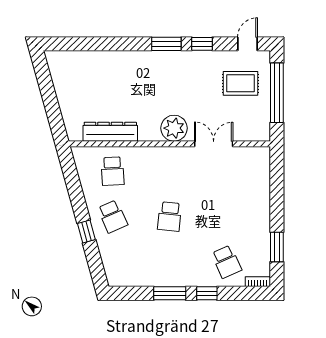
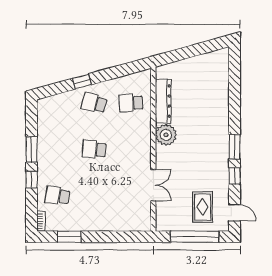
plant: (174, 128) -> (166, 135), moved
school desk: (113, 216) -> (94, 103), turned 39
school desk: (227, 262) -> (57, 196), turned 33

